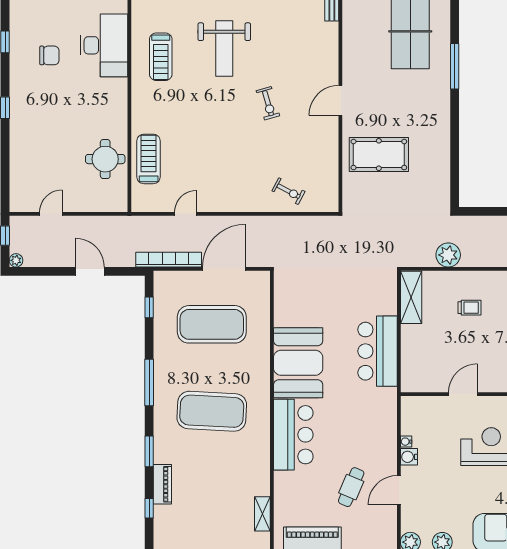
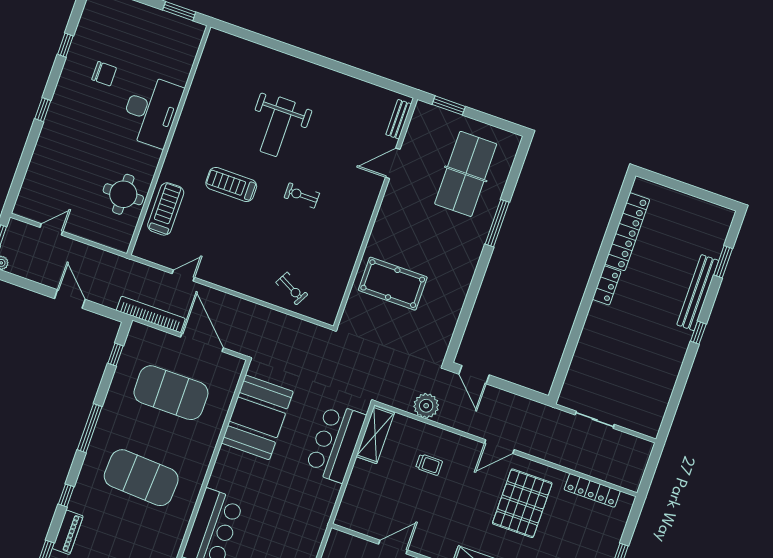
desk: (104, 45) -> (151, 111), moved
treadmill: (161, 57) -> (231, 184), moved, turned 90
door: (340, 100) -> (393, 163), moved
exercise bike: (268, 103) -> (302, 195), turned 106
door: (482, 211) -> (474, 375), added
door: (224, 269) -> (202, 342), hinge flipped
bar counter: (378, 351) -> (336, 443), moved
booth: (298, 363) -> (257, 417), moved
window: (149, 451) -> (66, 495), width x0.67

